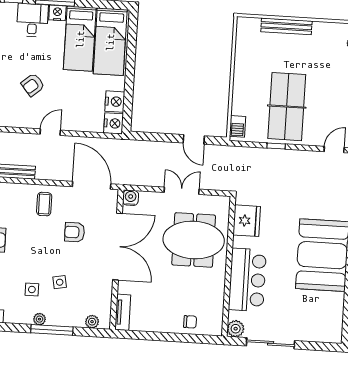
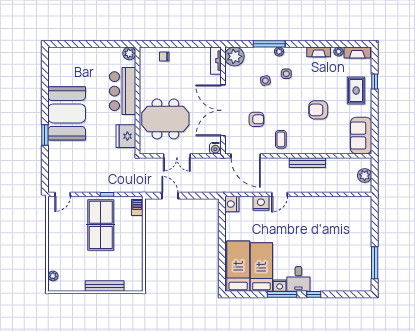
armchair: (33, 85) -> (295, 230), removed
nightstand: (115, 102) -> (261, 203), moved, turned 90
plant: (92, 322) -> (234, 56), width x1.88, depth x1.88
sliding door: (271, 343) -> (102, 44), removed

